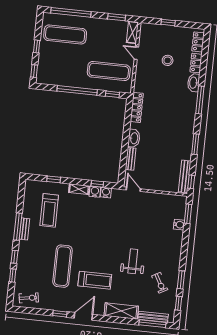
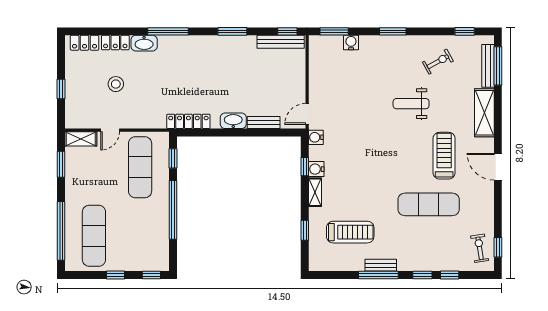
water cooler: (106, 193) -> (316, 137), moved
window: (181, 280) -> (393, 31), moved
window: (60, 314) -> (498, 247), moved

